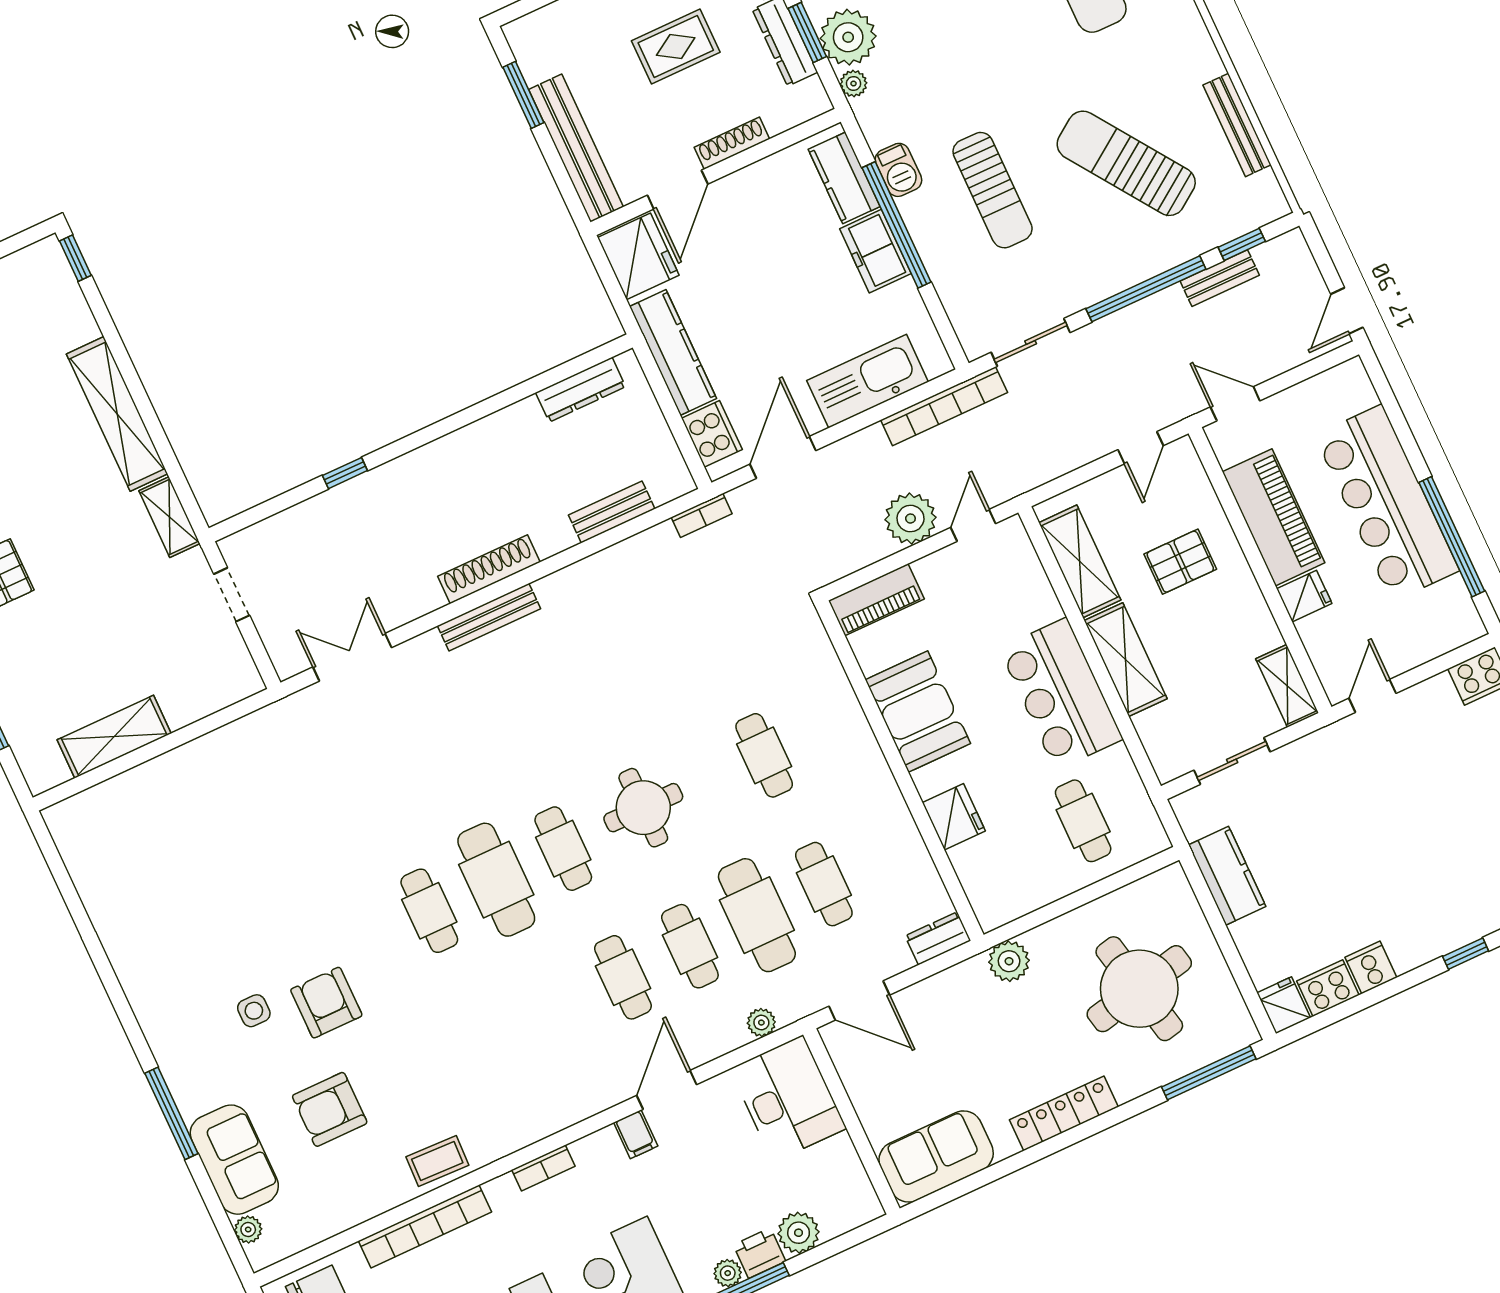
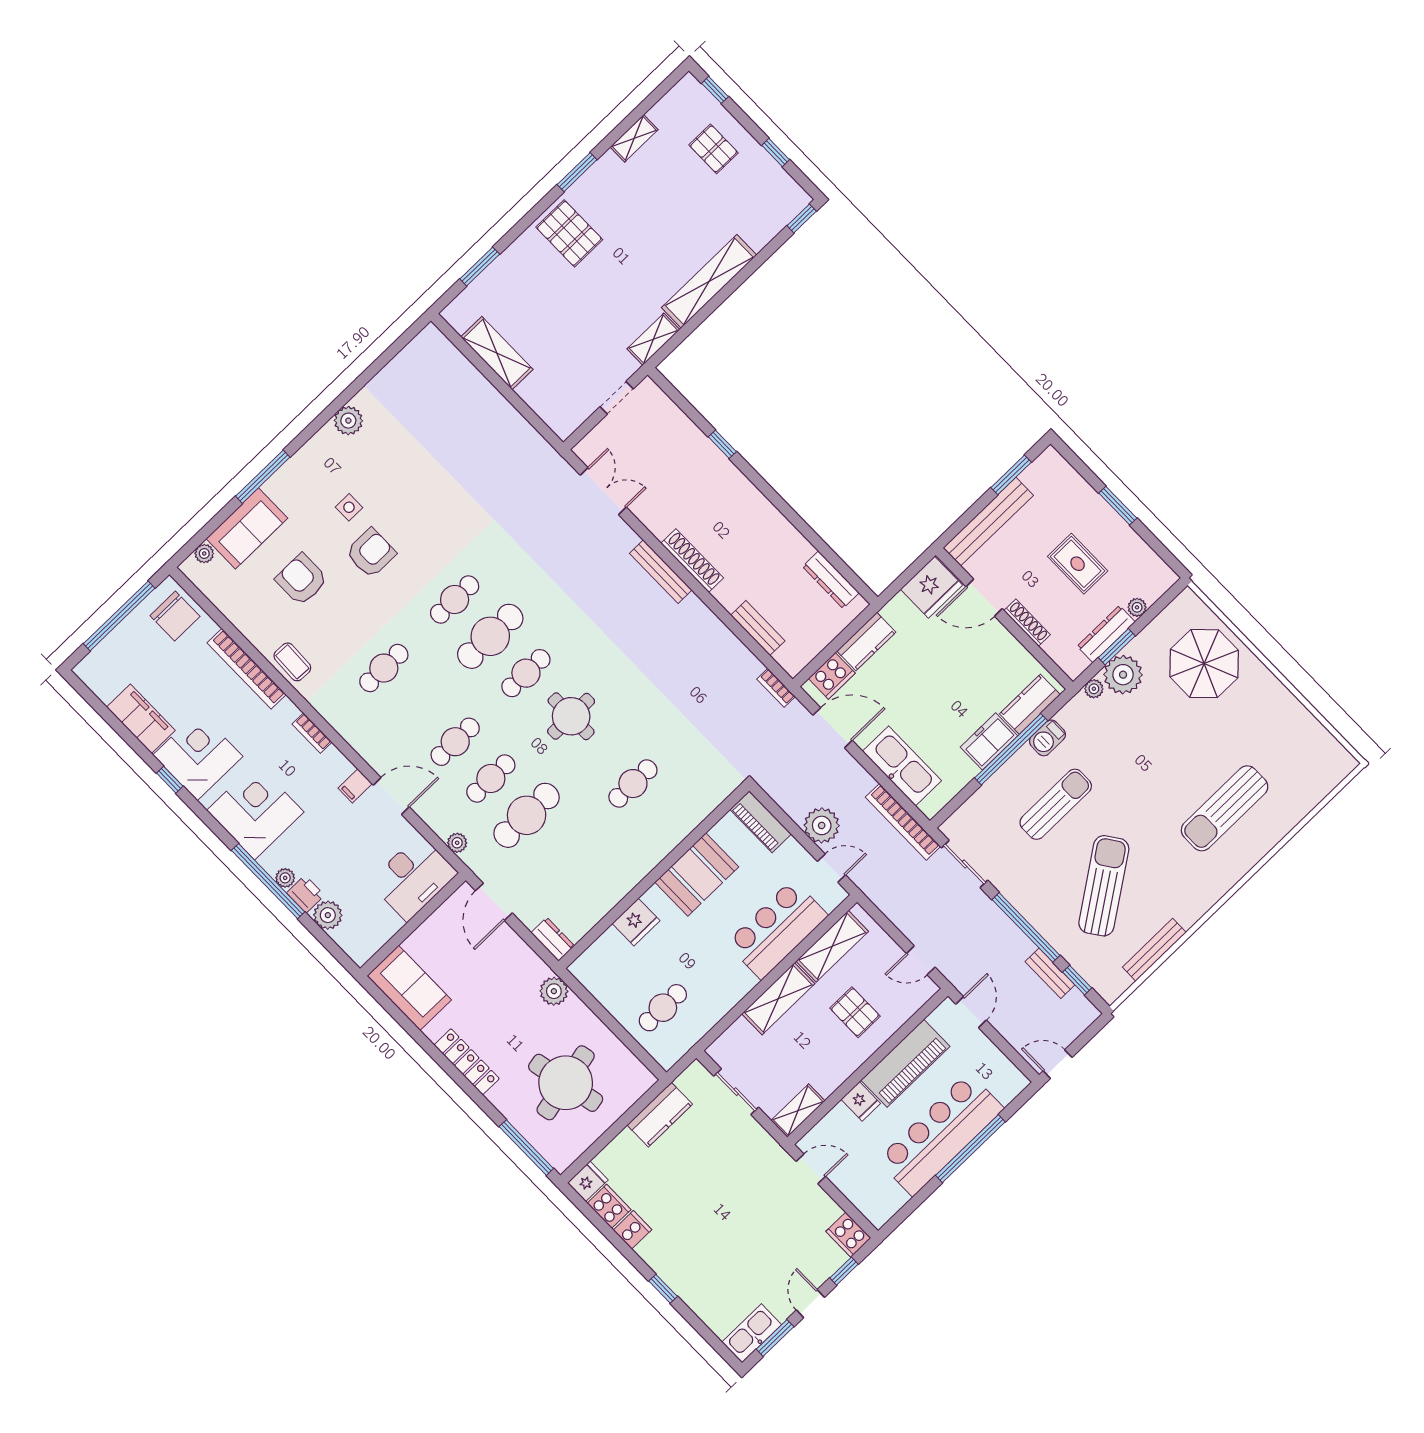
sun lounger: (993, 190) -> (1056, 804), turned 180
kitchen counter: (673, 352) -> (866, 641), width x0.67
window: (1452, 537) -> (970, 1149), moved
bar counter: (1061, 694) -> (777, 929), moved
cafe table: (824, 884) -> (384, 668), moved
plant: (136, 970) -> (348, 421), added

